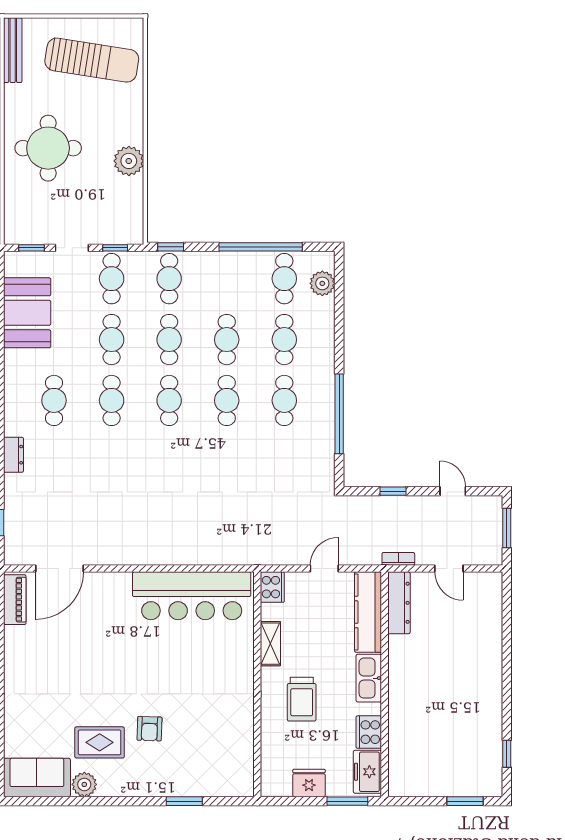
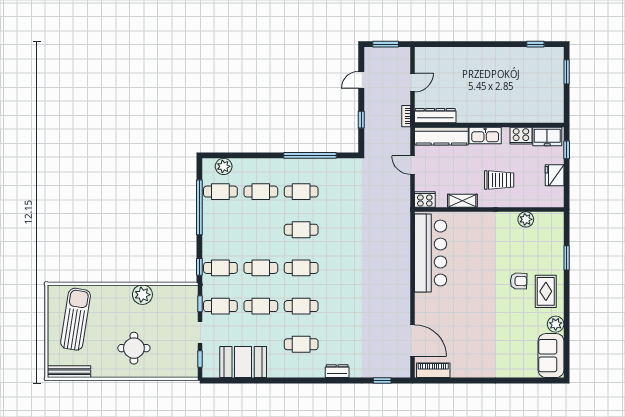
round table: (48, 148) -> (134, 348), width x0.73, depth x0.73
cafe table: (227, 340) -> (261, 230), removed
plant: (242, 739) -> (526, 219), added
rug: (100, 742) -> (546, 291), moved
window: (347, 801) -> (567, 150), width x0.67

